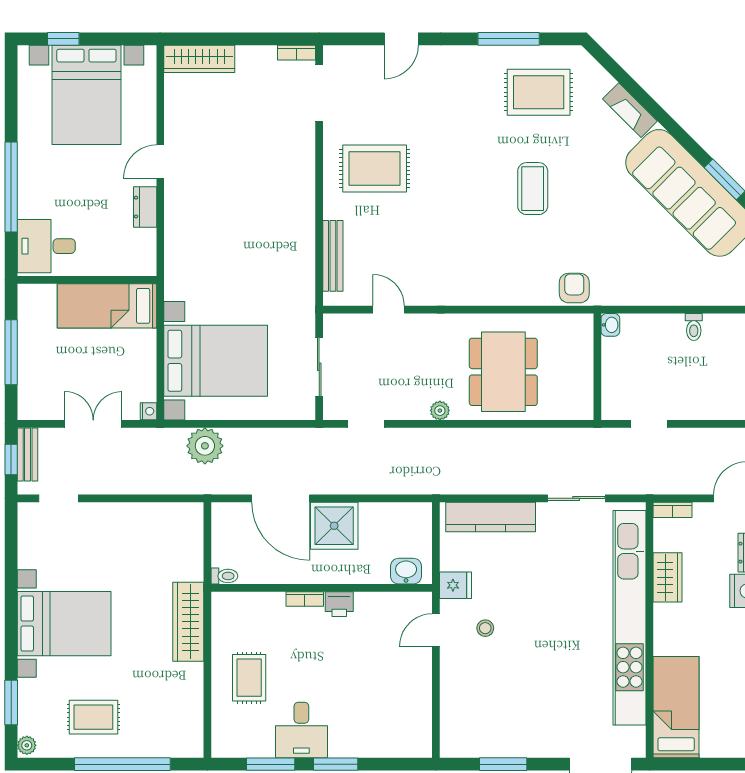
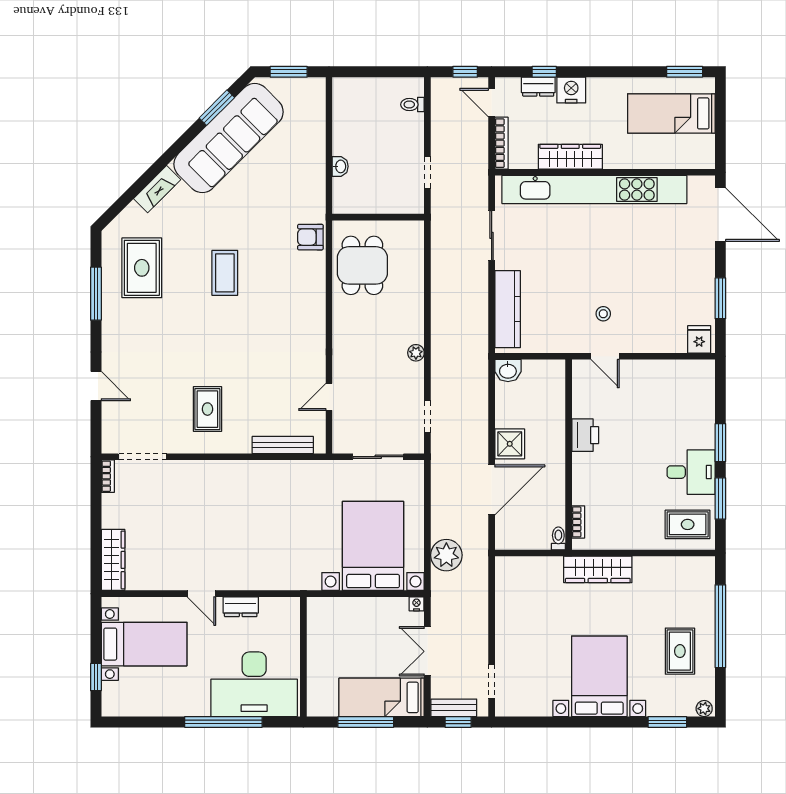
bed with nightstands: (86, 95) -> (144, 644), width x0.73
rug: (375, 168) -> (207, 409), width x0.73, depth x0.70
coffee table: (533, 189) -> (225, 273), turned 90
desk: (46, 246) -> (254, 684), width x1.87, depth x1.30
bed: (107, 306) -> (382, 697), moved, turned 90
washbasin: (610, 325) -> (340, 166), moved, turned 90
toilet: (694, 327) -> (412, 105), moved, turned 180
dining table: (503, 372) -> (362, 265), moved, width x0.73
bookcase: (673, 510) -> (501, 143), width x1.56
shower: (334, 526) -> (510, 444), width x0.73, depth x0.73
washbasin: (406, 571) -> (508, 371), moved, turned -90
wardrobe: (668, 577) -> (570, 157), width x1.50
fridge: (456, 585) -> (699, 339), moved
bookcase: (305, 599) -> (578, 522), moved
printer: (339, 604) -> (585, 435), width x1.36, depth x1.24
rug: (249, 678) -> (688, 524), moved
bed: (676, 707) -> (671, 113), moved

